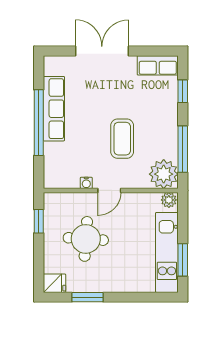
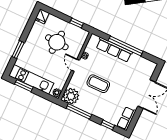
row of seats: (54, 109) -> (114, 50), moved
window: (87, 297) -> (18, 50), moved

